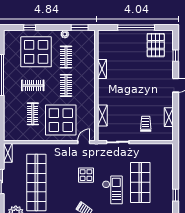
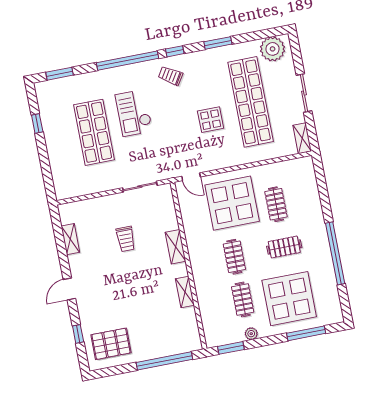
window: (30, 28) -> (306, 333), width x2.17
window: (136, 28) -> (164, 361), moved
pallet: (156, 45) -> (111, 344), turned 90
shelving: (102, 115) -> (175, 247), moved
trolley: (146, 124) -> (126, 239), moved
door: (84, 142) -> (191, 177), hinge flipped
display table: (86, 175) -> (211, 120), moved

